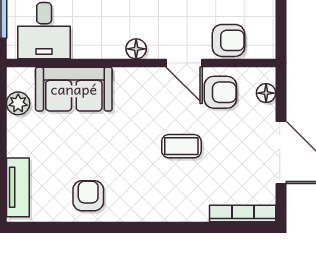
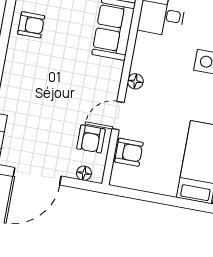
armchair: (228, 40) -> (129, 152), turned -90
coffee table: (181, 146) -> (56, 102), removed

